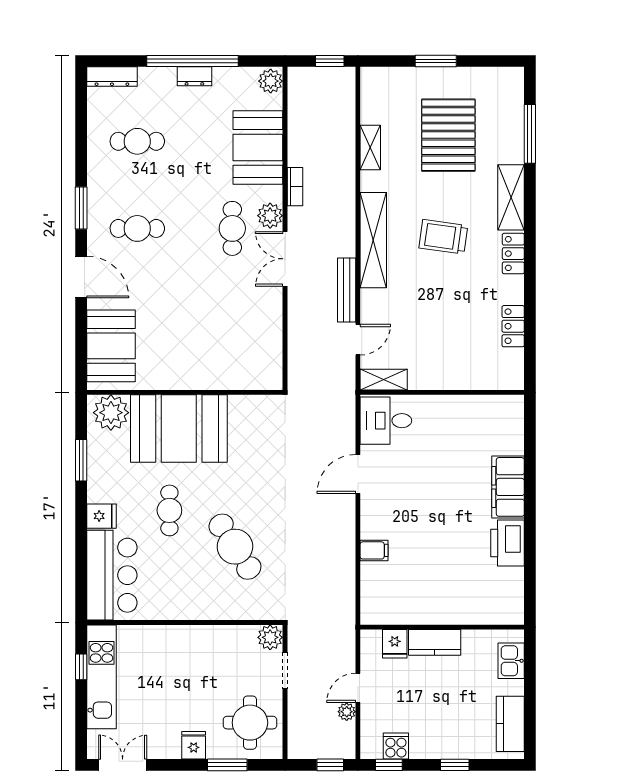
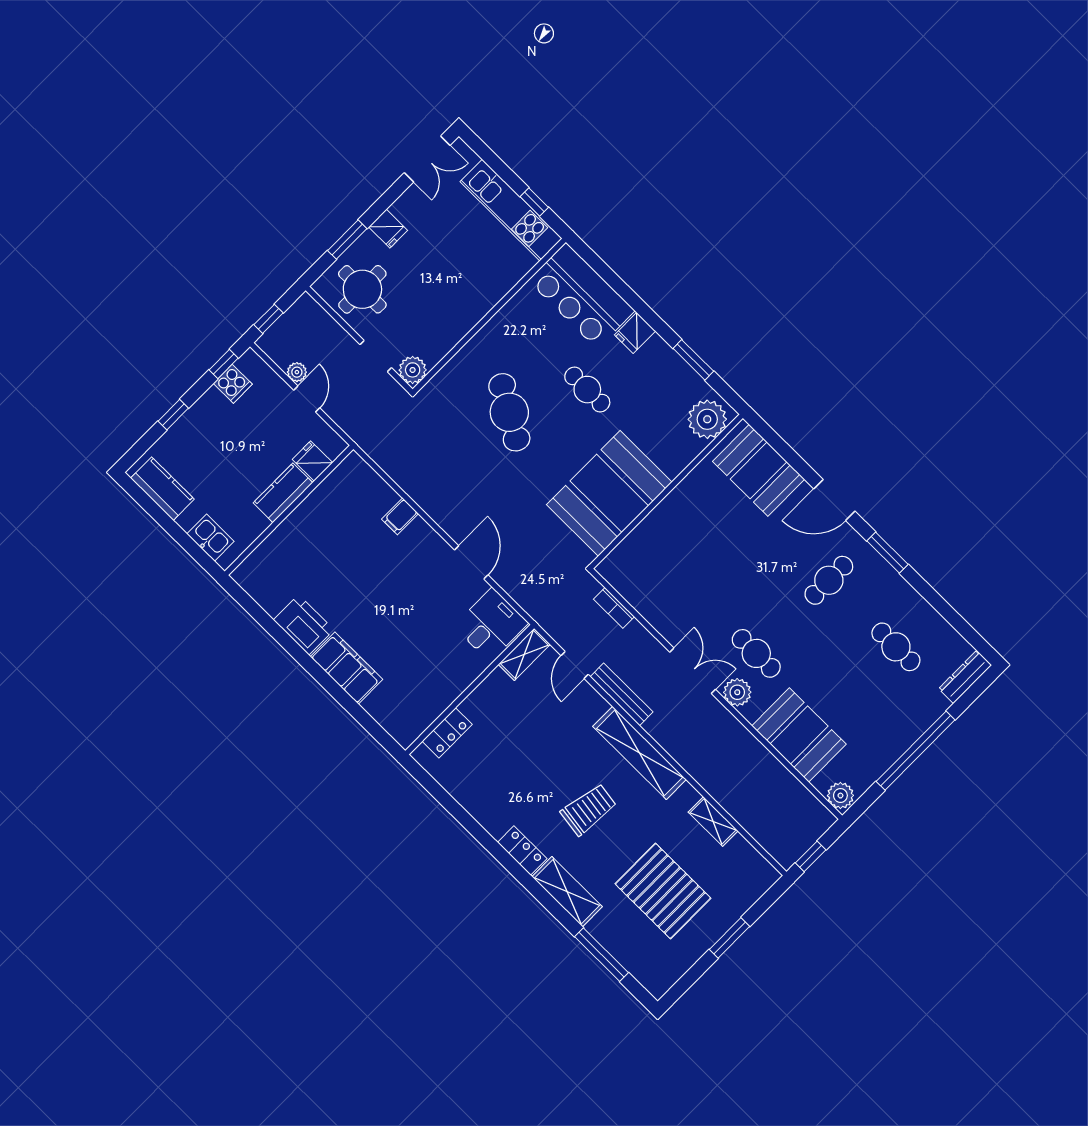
dresser: (194, 76) -> (902, 740), removed
cafe table: (137, 141) -> (896, 647), turned 90
bookcase: (295, 187) -> (614, 608), moved
locker: (513, 326) -> (447, 733), moved, turned 90
booth: (179, 429) -> (609, 493), moved
cafe table: (235, 547) -> (509, 412), turned 63

